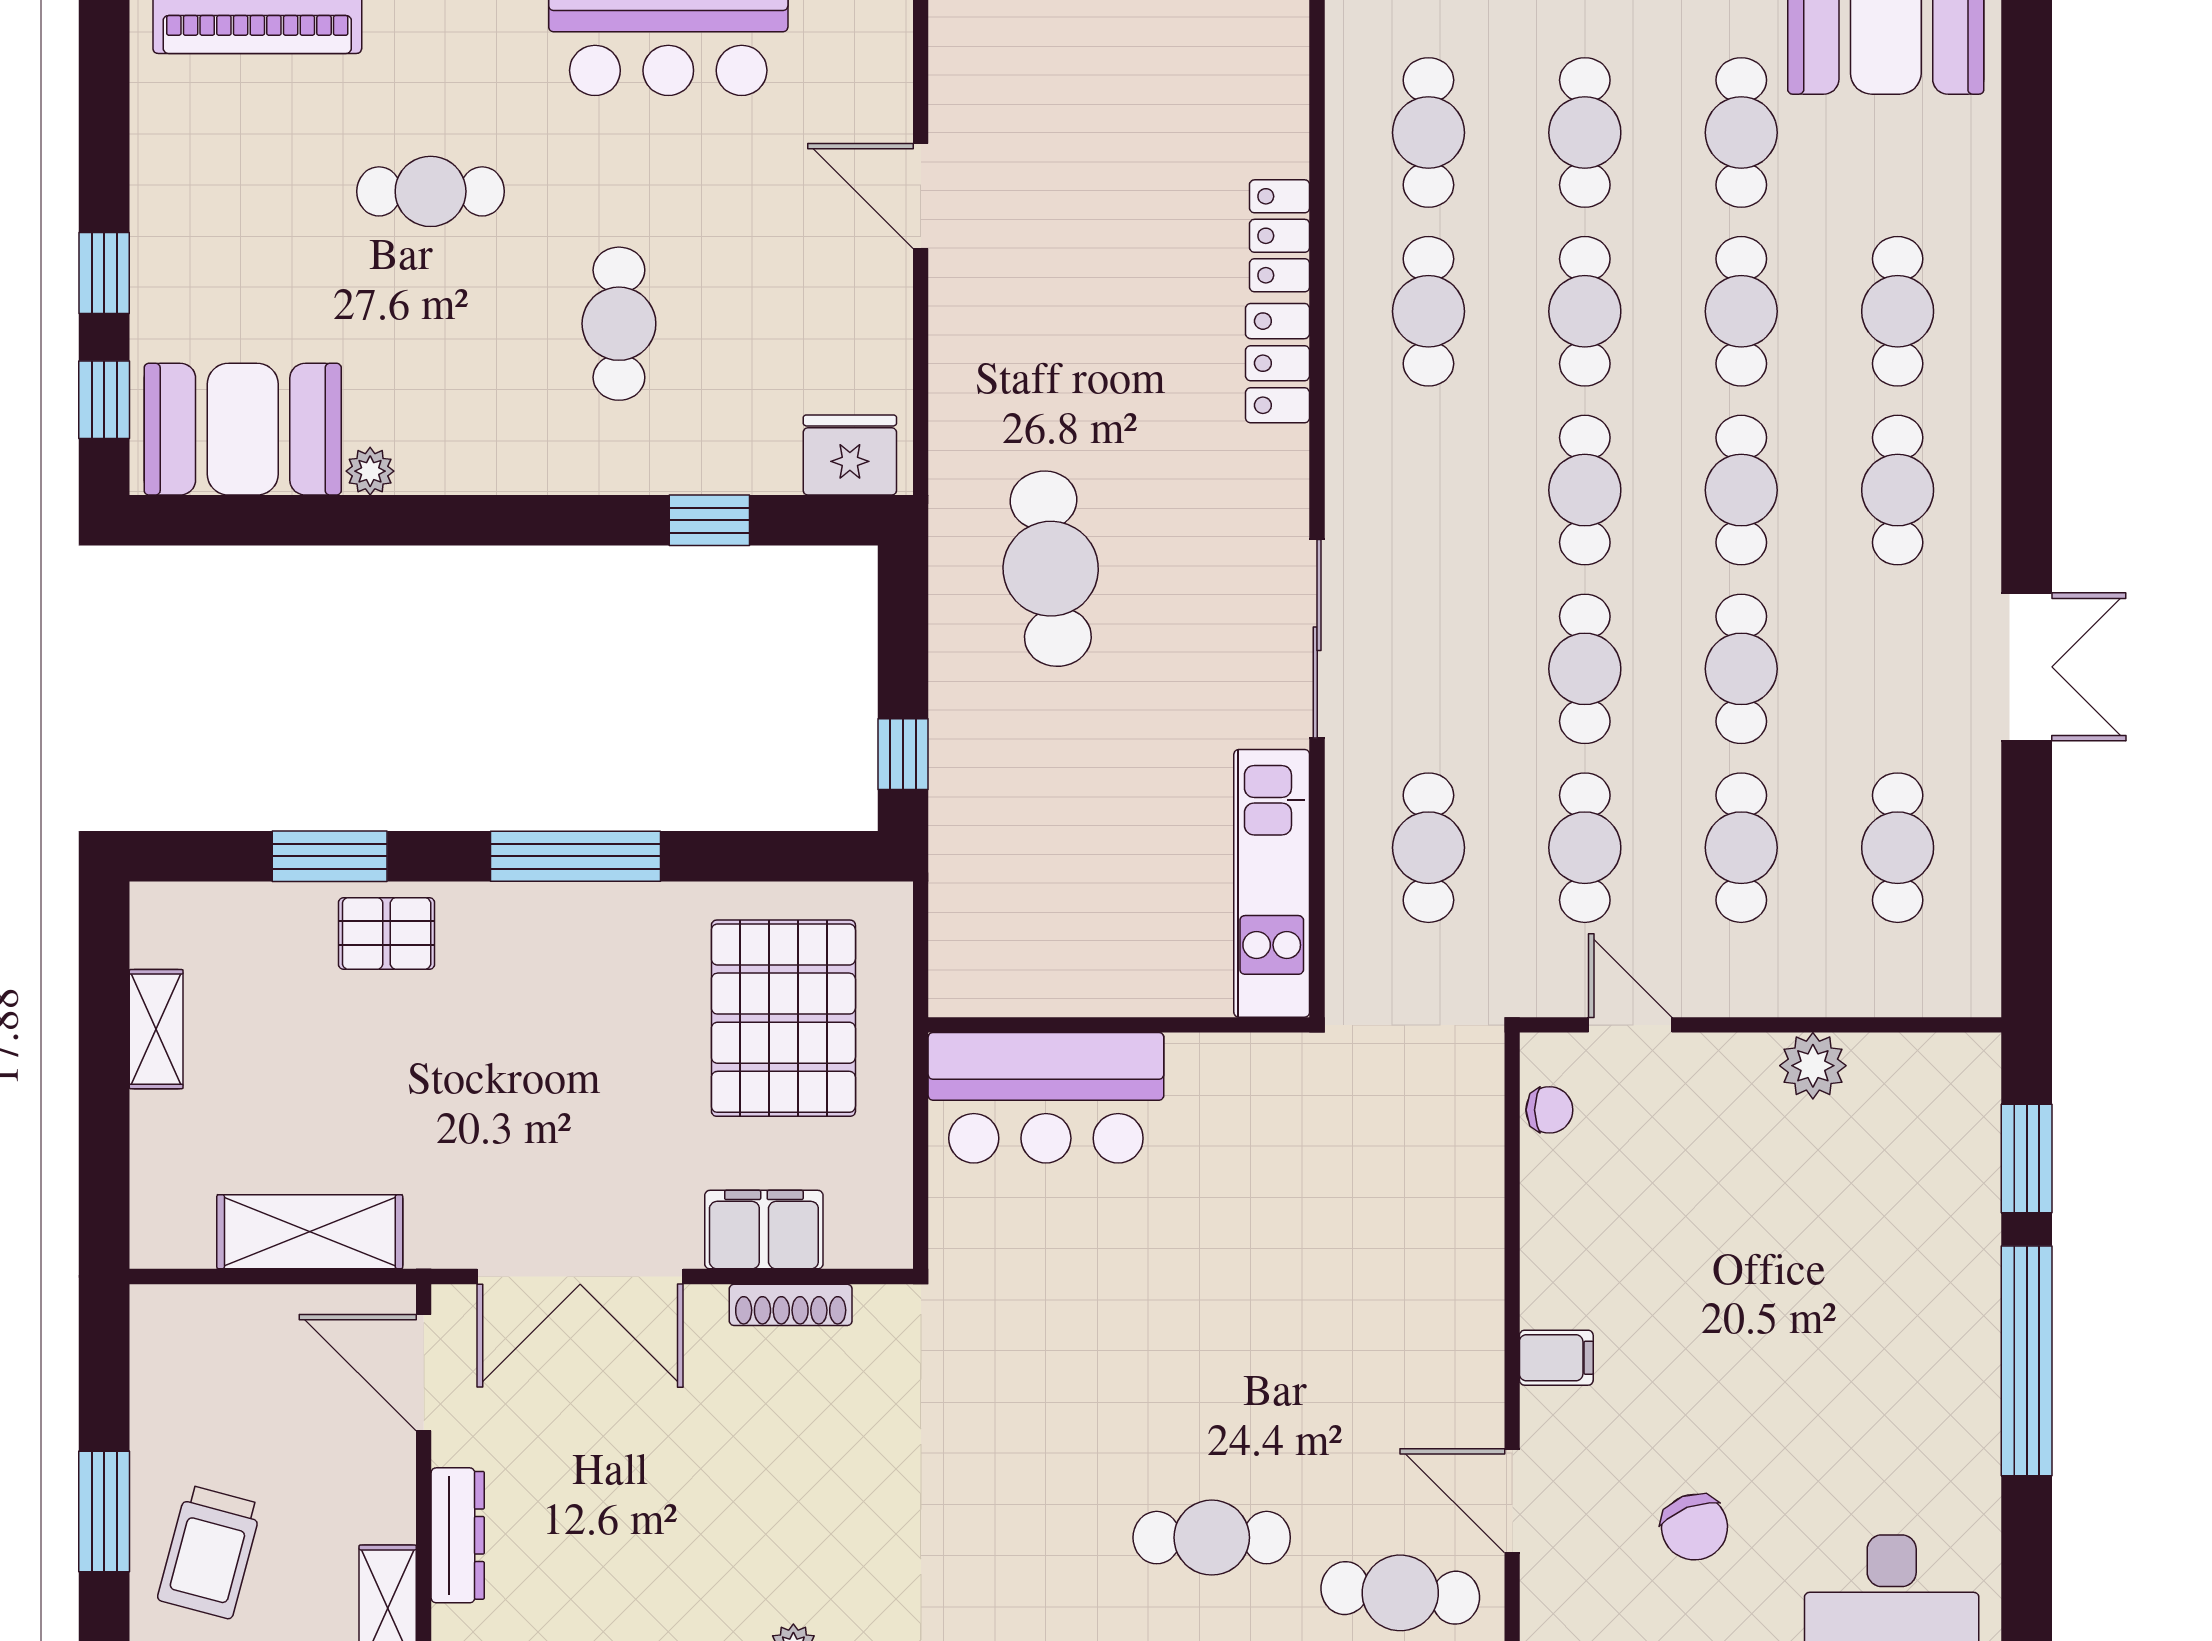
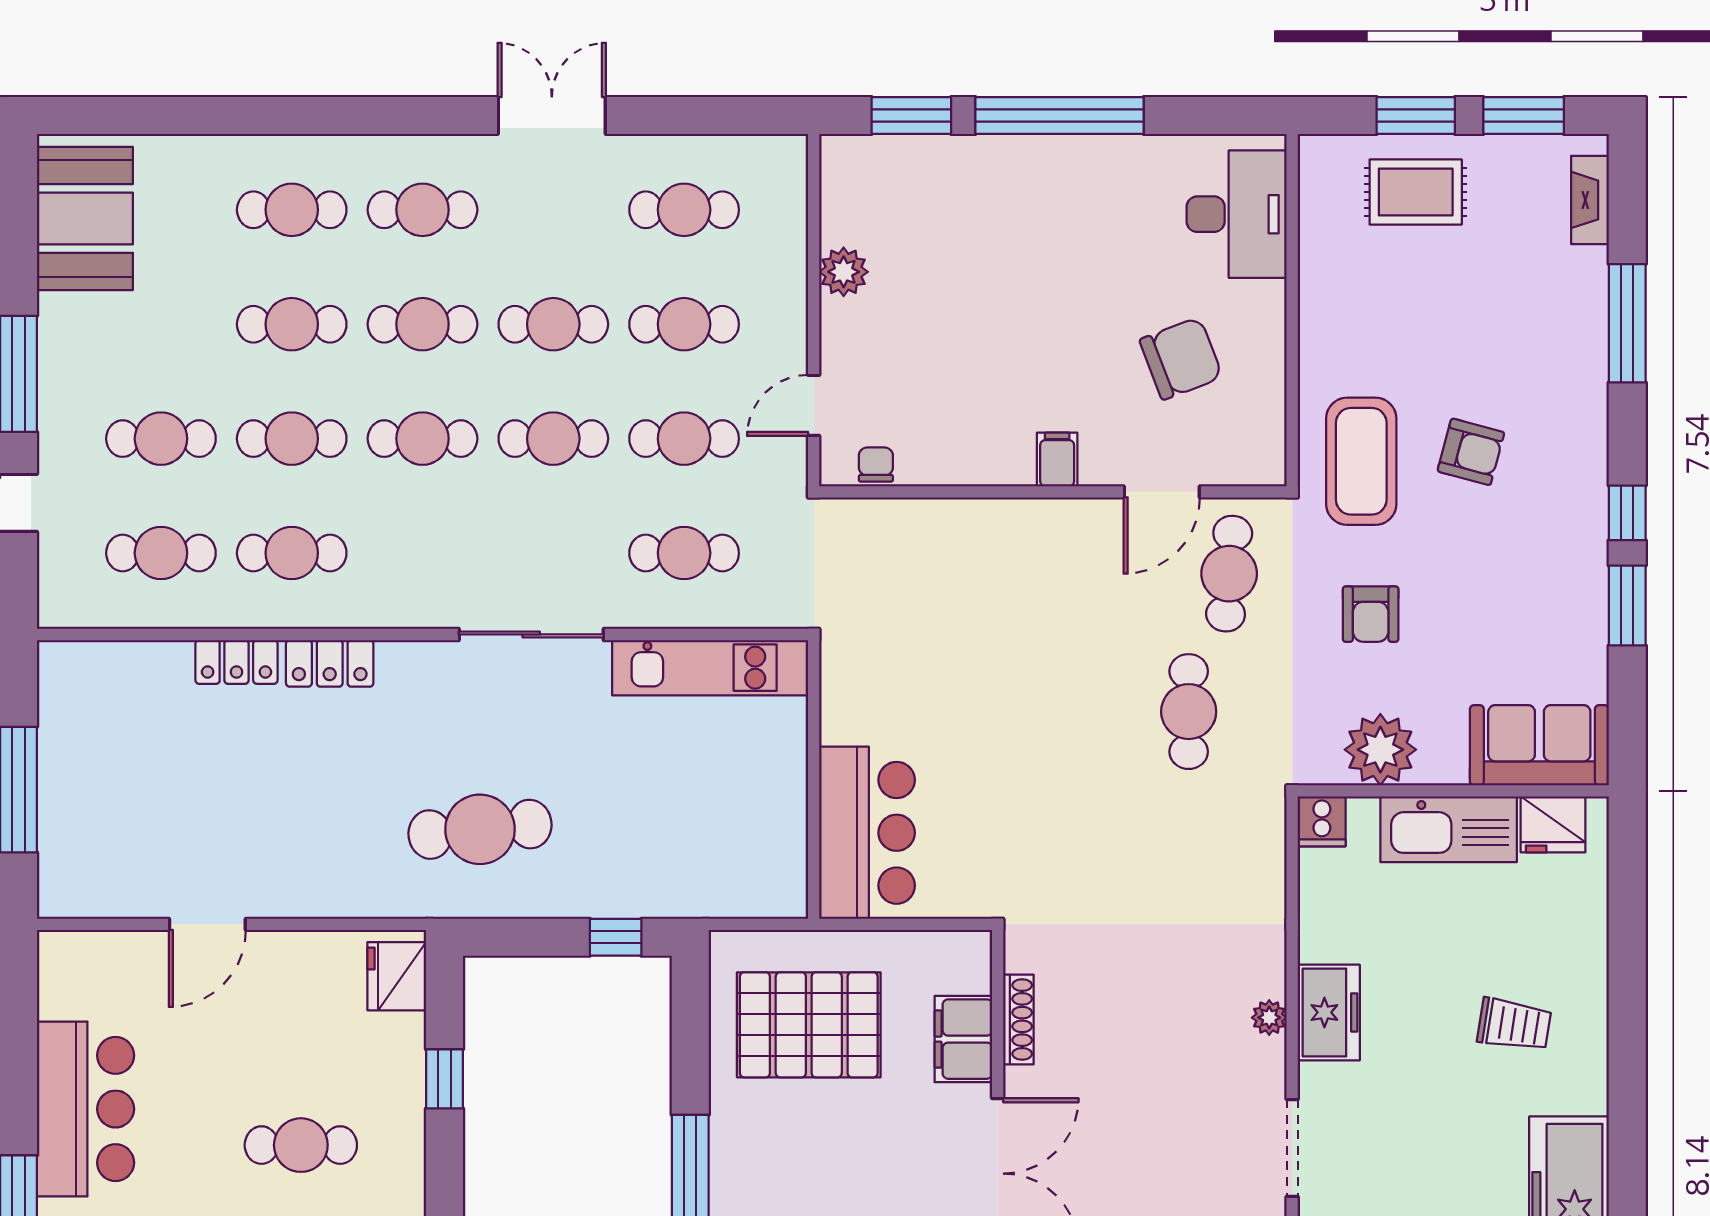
cafe table: (1741, 133) -> (161, 324), removed
chair: (1694, 1527) -> (1181, 358), width x1.37, depth x1.37

